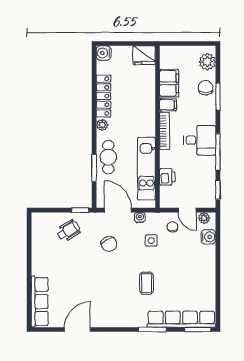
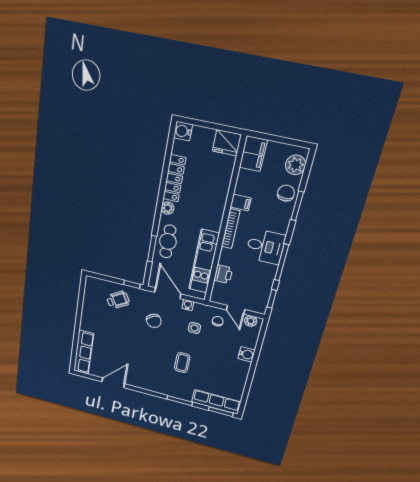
filing cabinet: (169, 83) -> (253, 154), moved
water cooler: (208, 237) -> (247, 354), moved
row of seats: (181, 319) -> (216, 402), width x0.73

